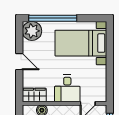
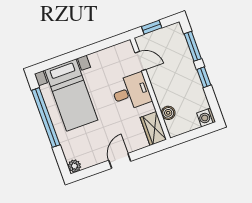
window: (53, 18) -> (46, 118), moved
plant: (32, 31) -> (74, 166), width x0.53, depth x0.53

